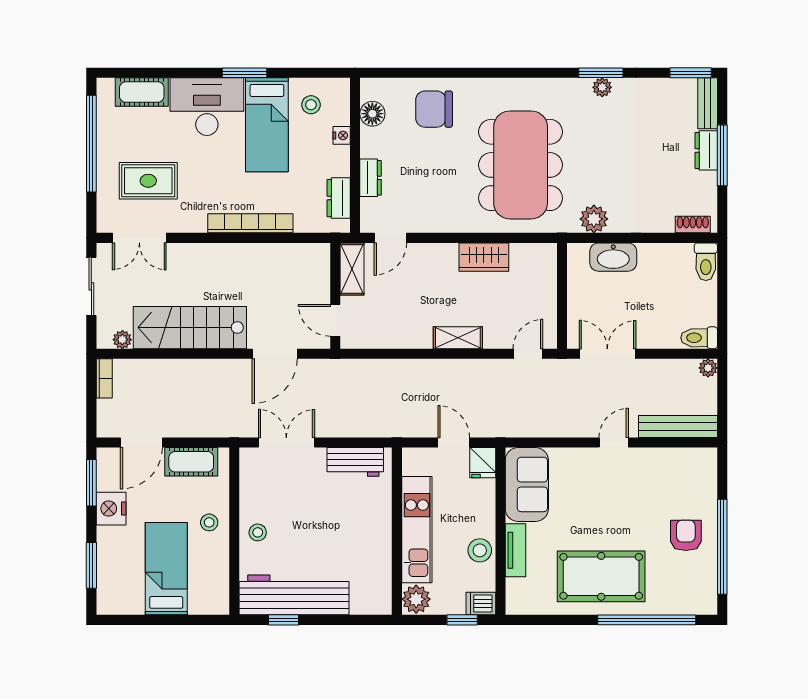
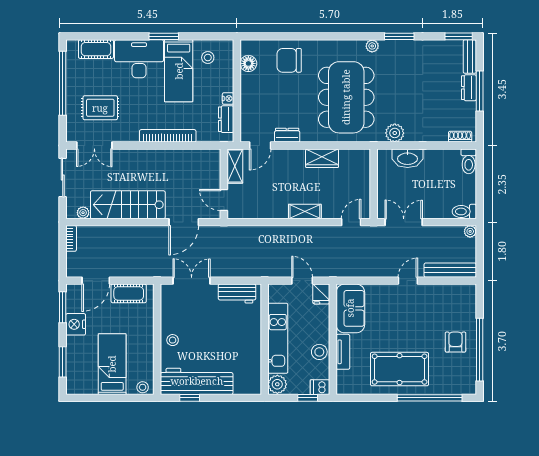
plant: (602, 87) -> (372, 46), moved
nightstand: (342, 135) -> (228, 98), moved
dresser: (371, 178) -> (287, 135), moved, turned -90
stool: (209, 522) -> (143, 387), moved

